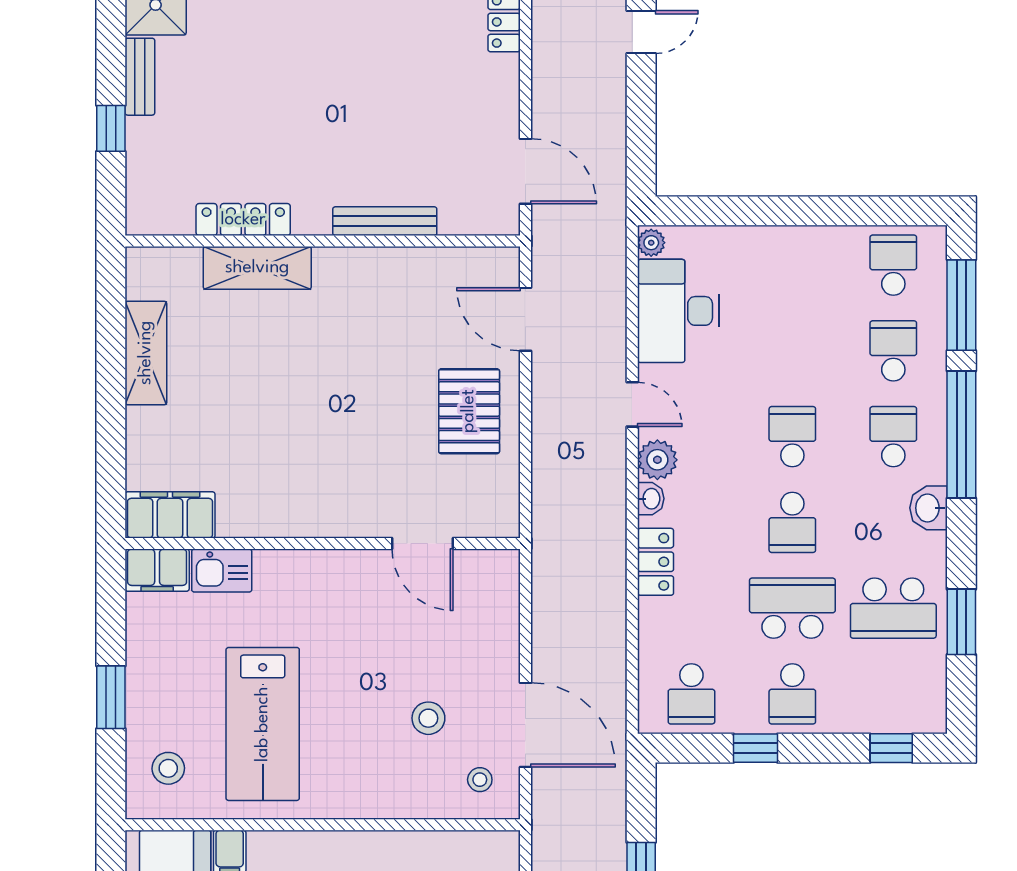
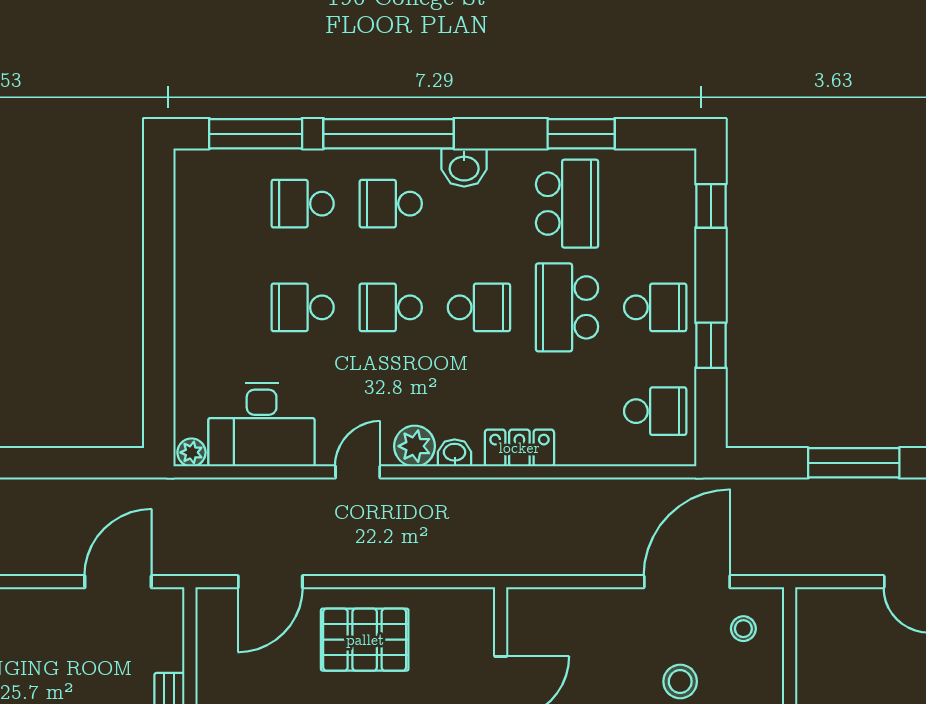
school desk: (893, 265) -> (303, 307), moved

